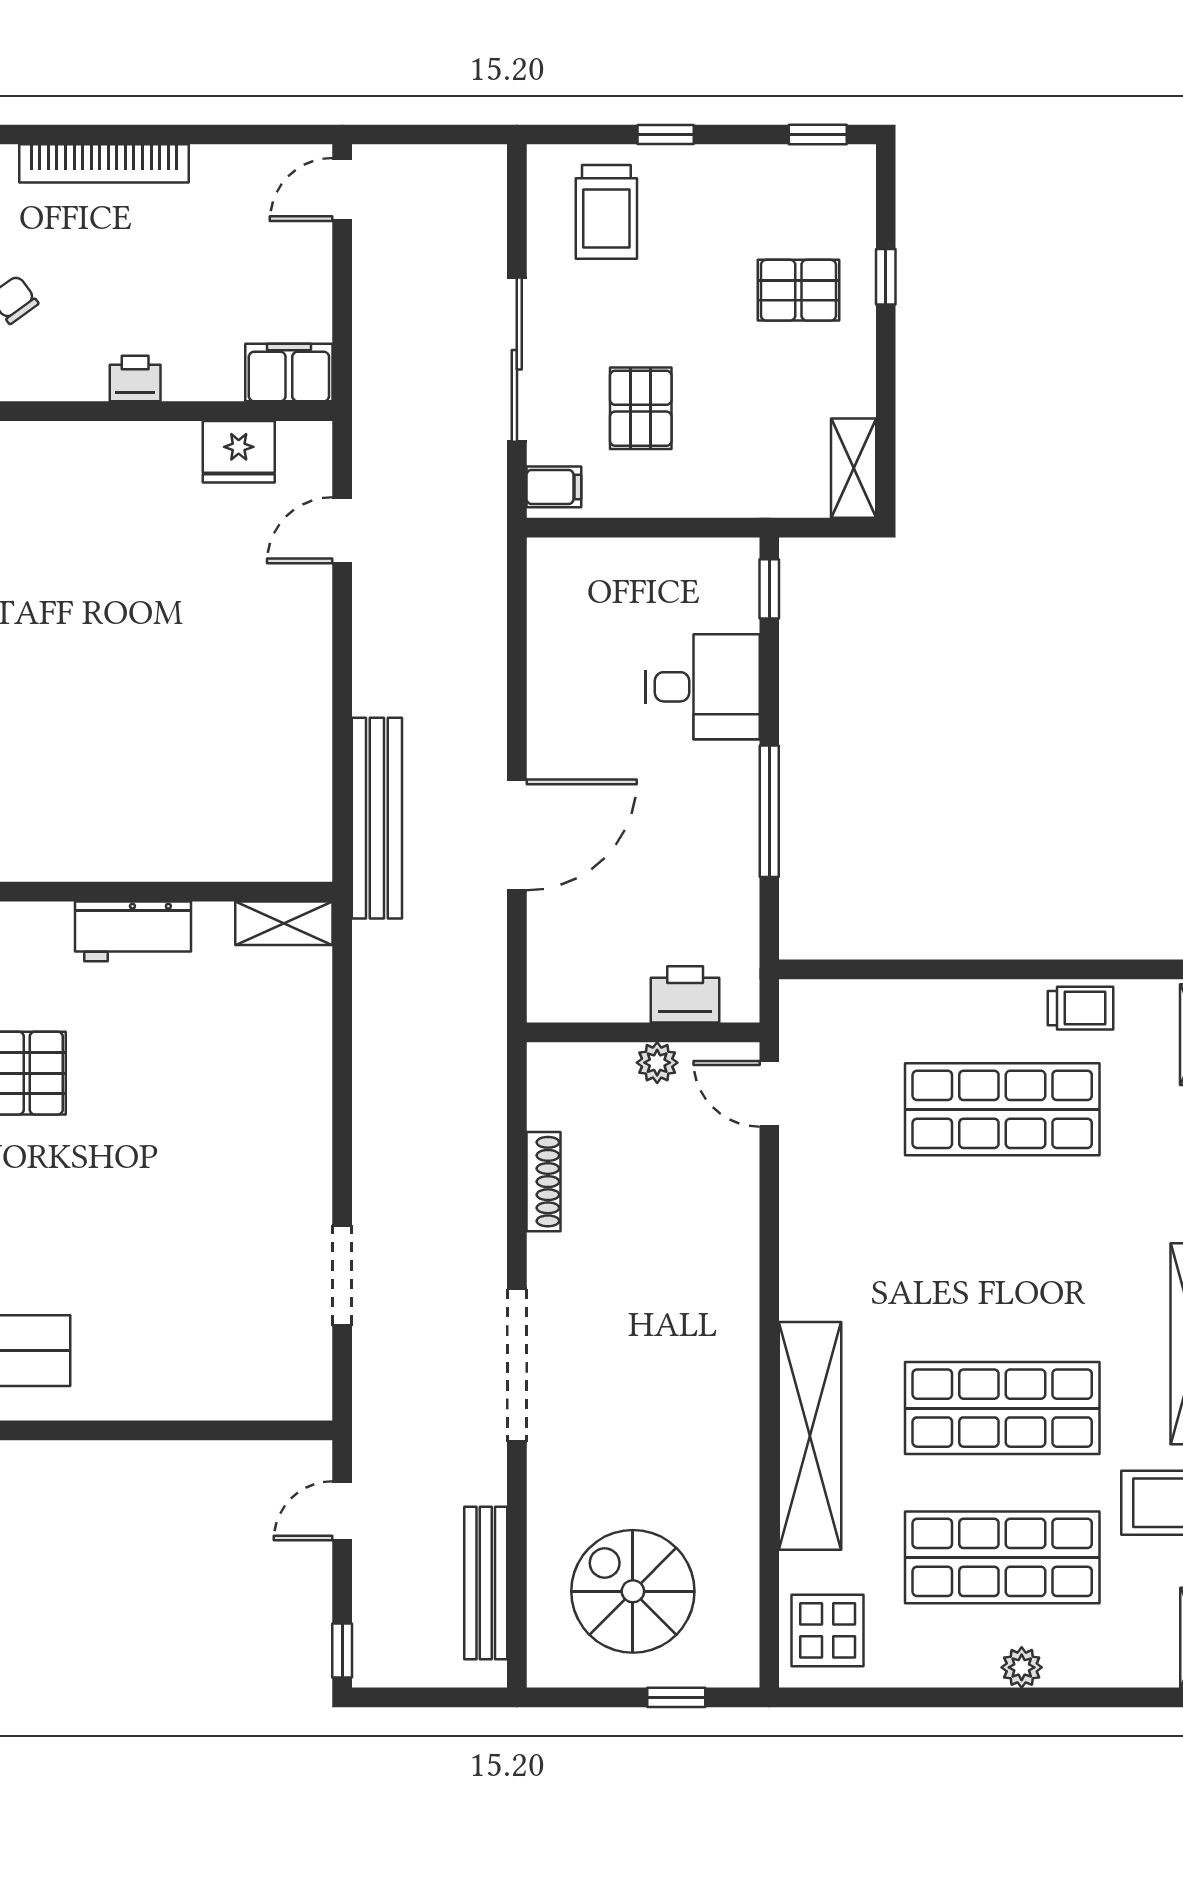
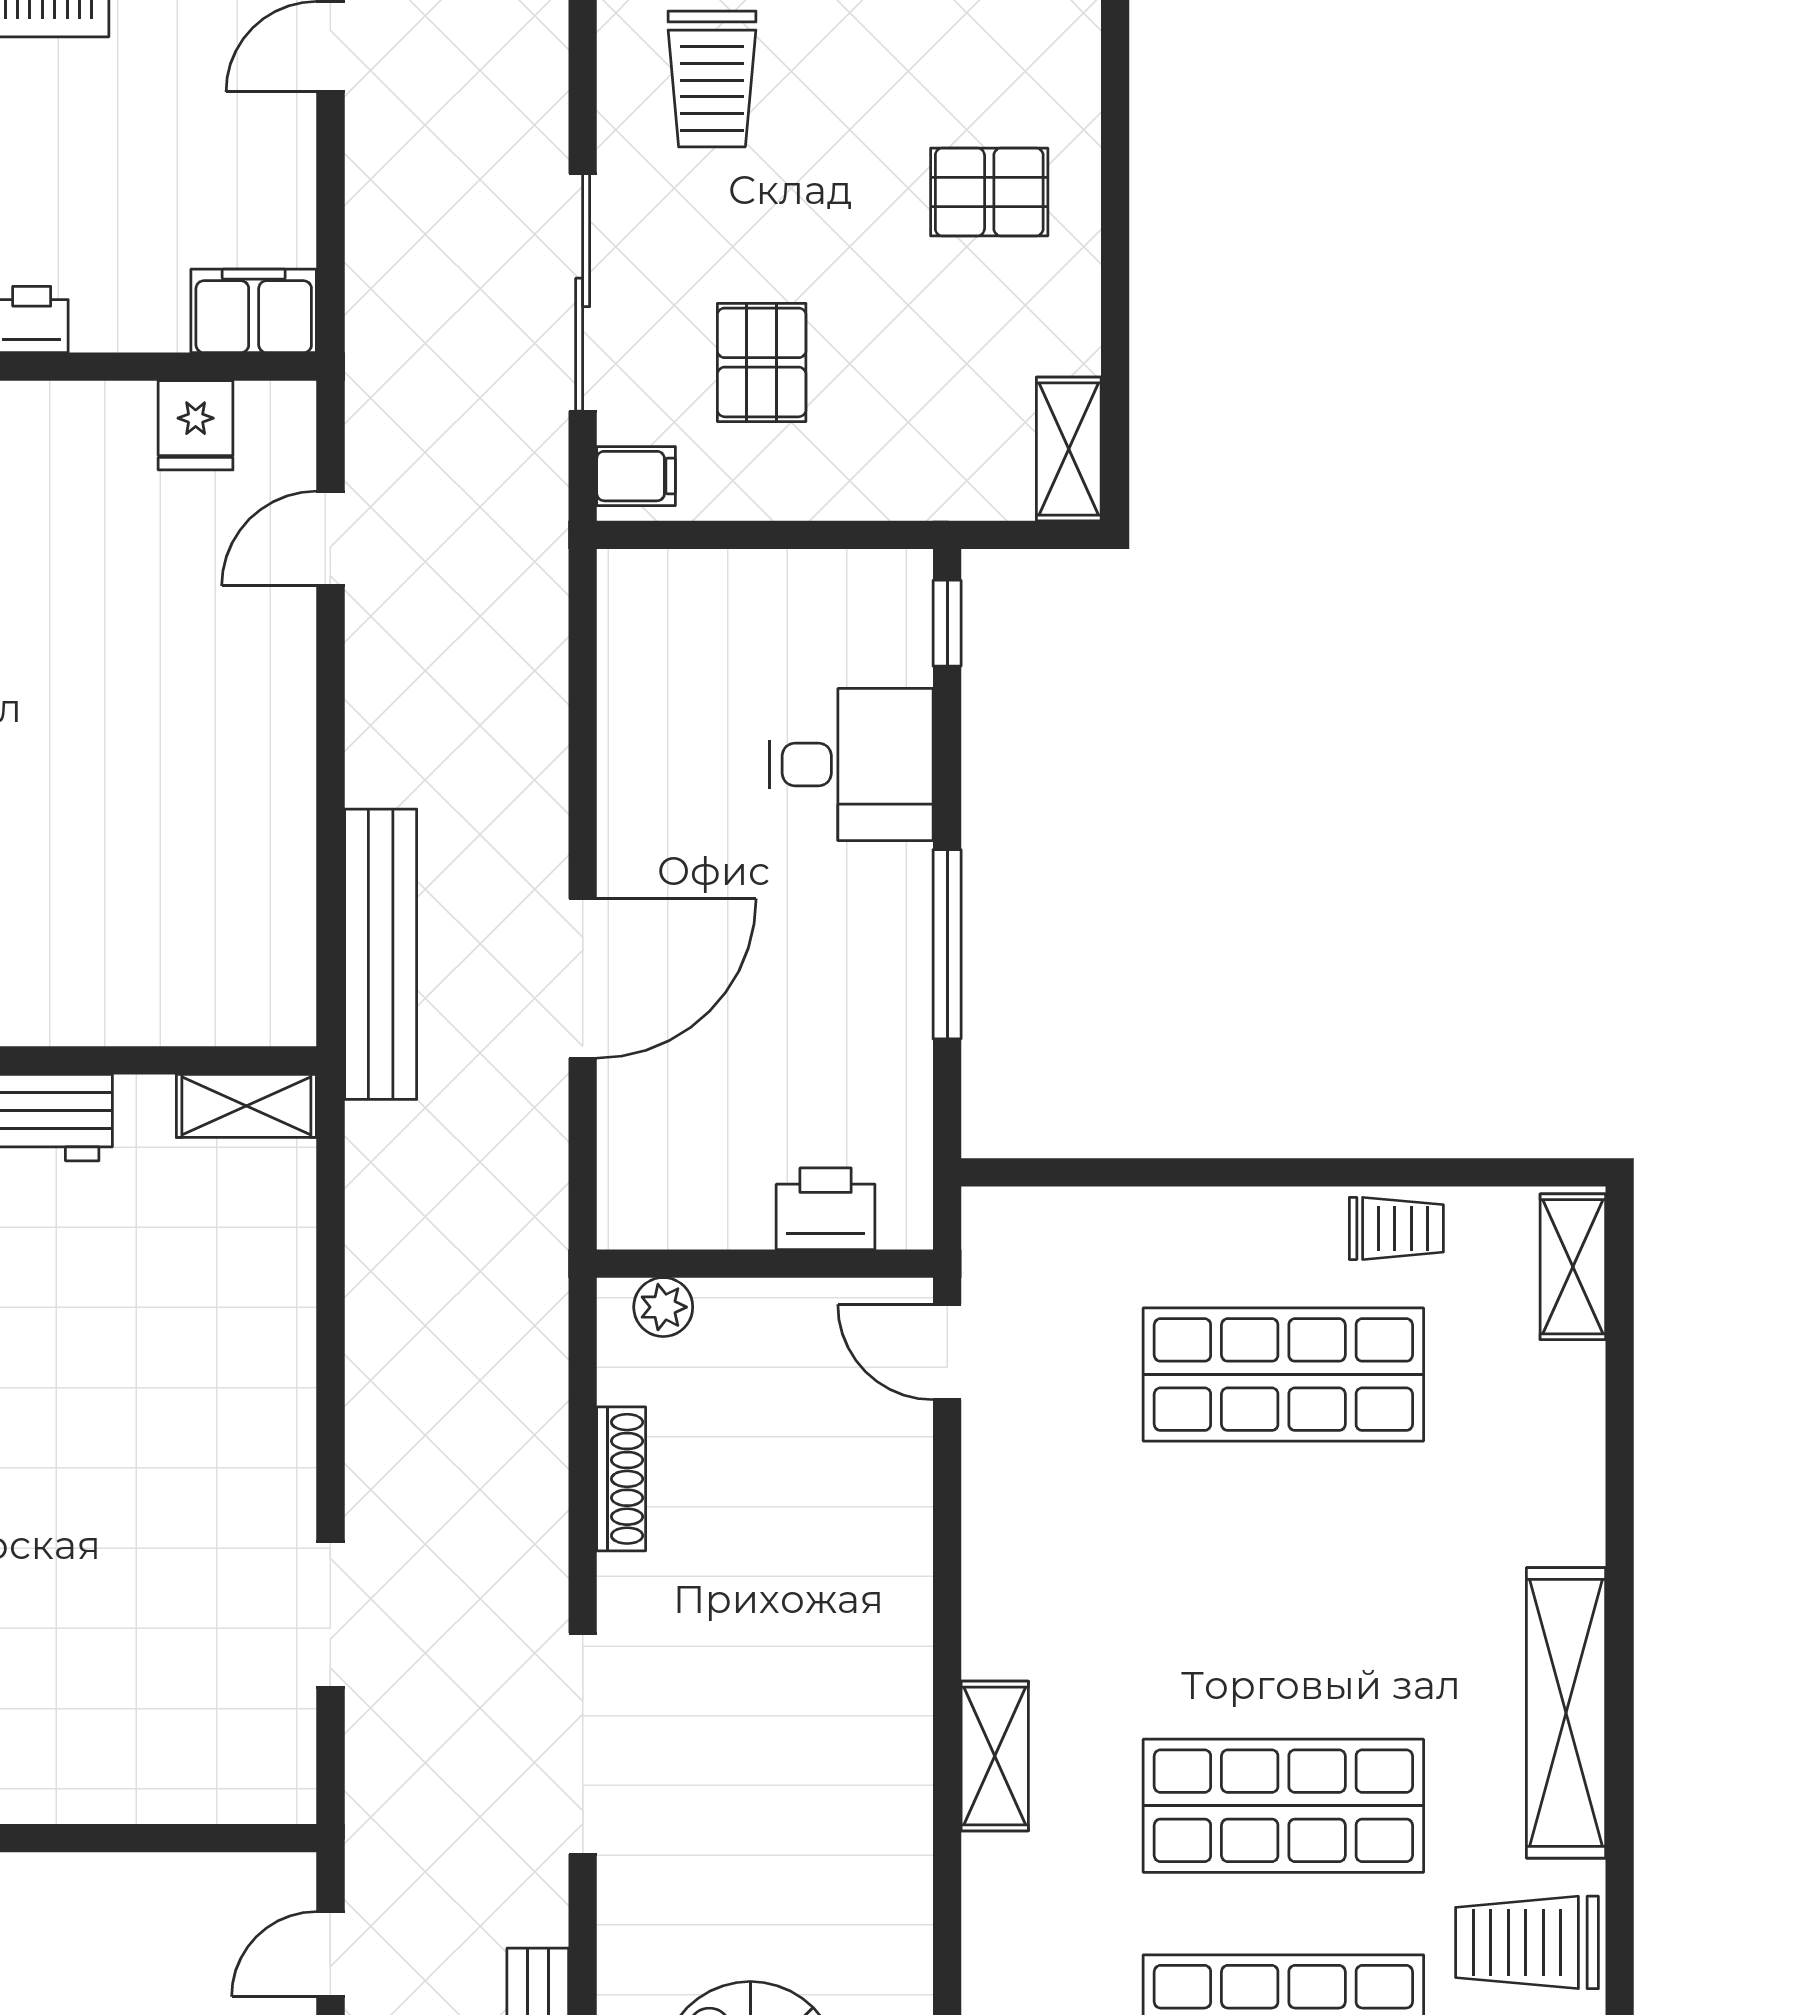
window: (886, 277) -> (1115, 173), removed
fridge: (239, 452) -> (196, 425), width x0.72
plant: (657, 1063) -> (663, 1307), moved
shelving: (810, 1436) -> (995, 1756), width x0.45, depth x0.75

